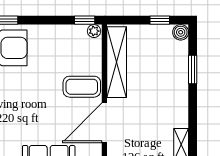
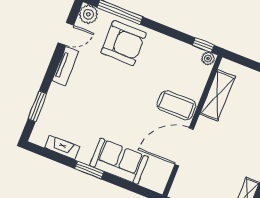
shelving: (117, 62) -> (218, 95), width x0.68

